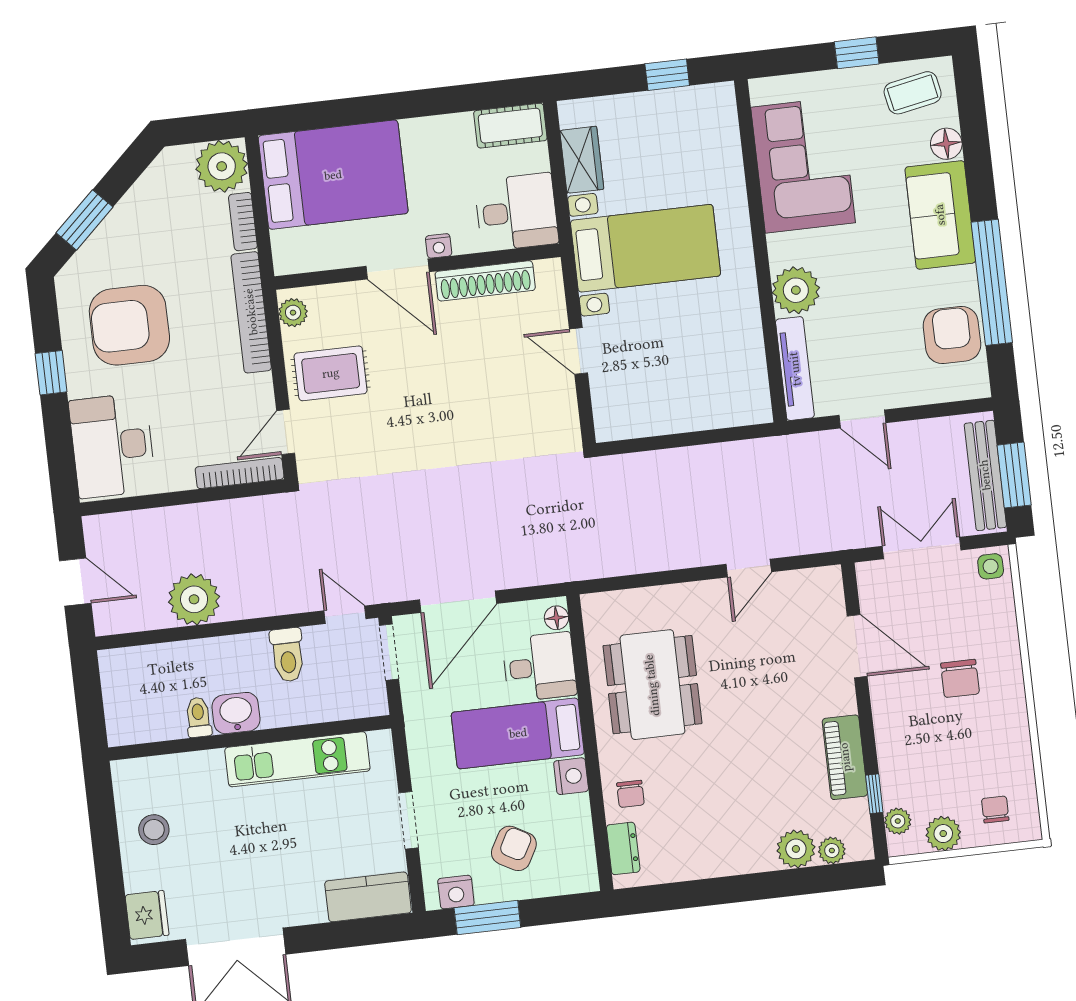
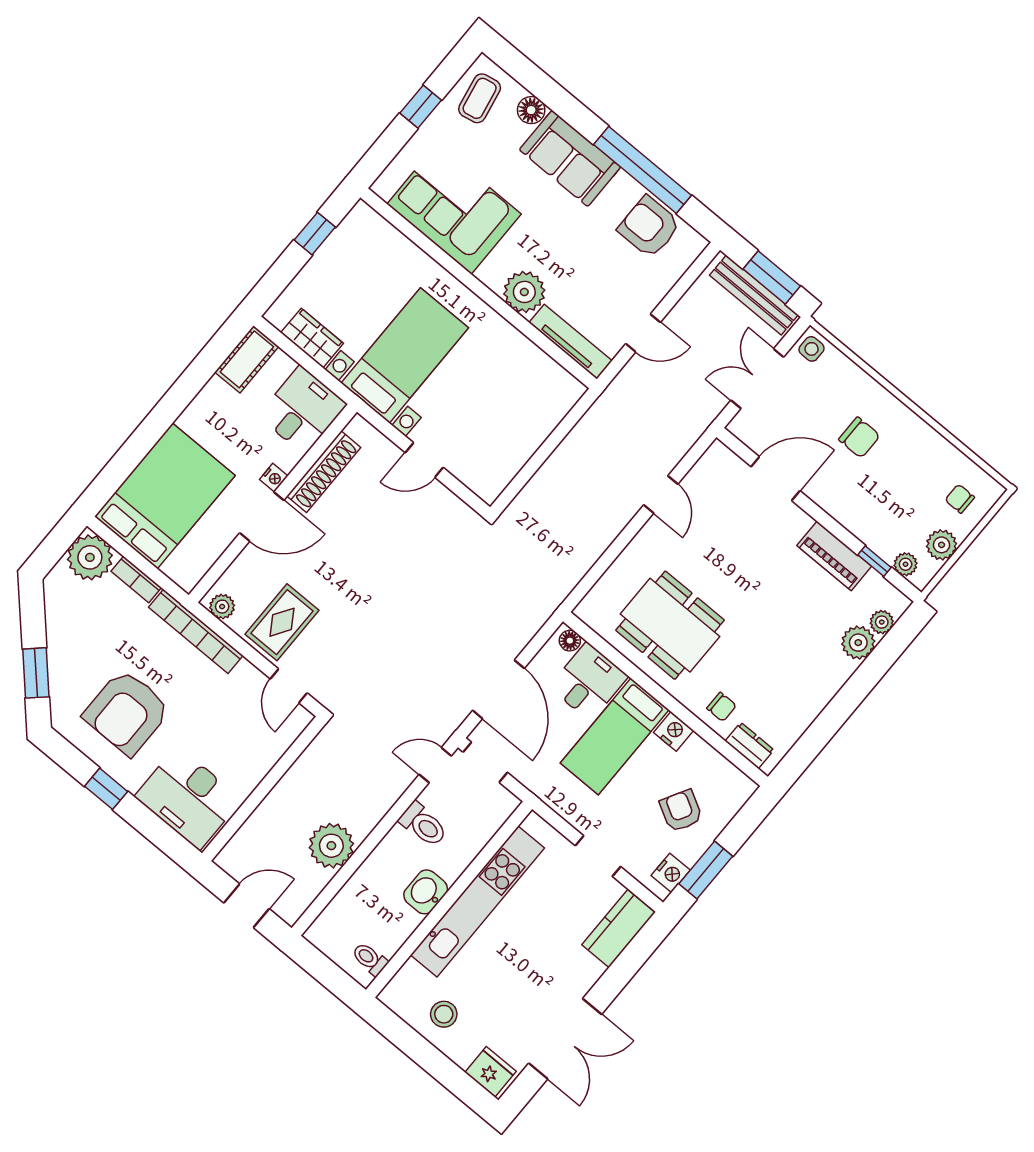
bookcase: (240, 473) -> (284, 739), removed
toilet: (198, 717) -> (370, 959), moved
kitchen unit: (297, 759) -> (478, 901), width x1.36

